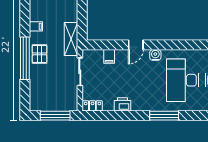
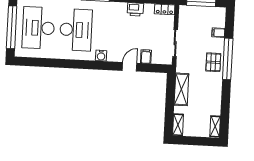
filing cabinet: (36, 26) -> (218, 33), moved
shelving: (71, 39) -> (181, 89), moved
door: (136, 45) -> (130, 67), moved

